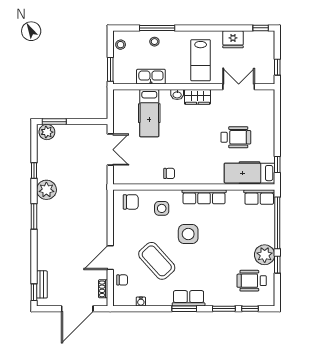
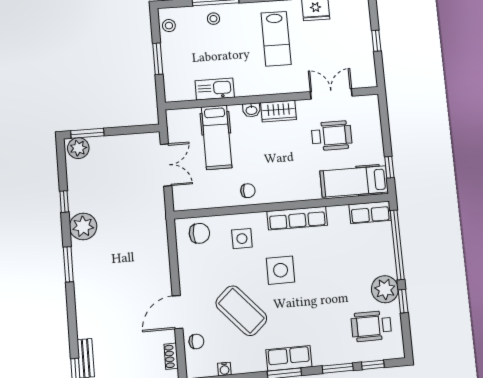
kitchen sink: (151, 77) -> (215, 89), moved
wall: (194, 87) -> (272, 98), moved
double door: (239, 87) -> (331, 94), moved
washbasin: (177, 95) -> (251, 110), moved
wardrobe: (197, 97) -> (279, 111), moved
hospital bed: (149, 113) -> (217, 137), moved

